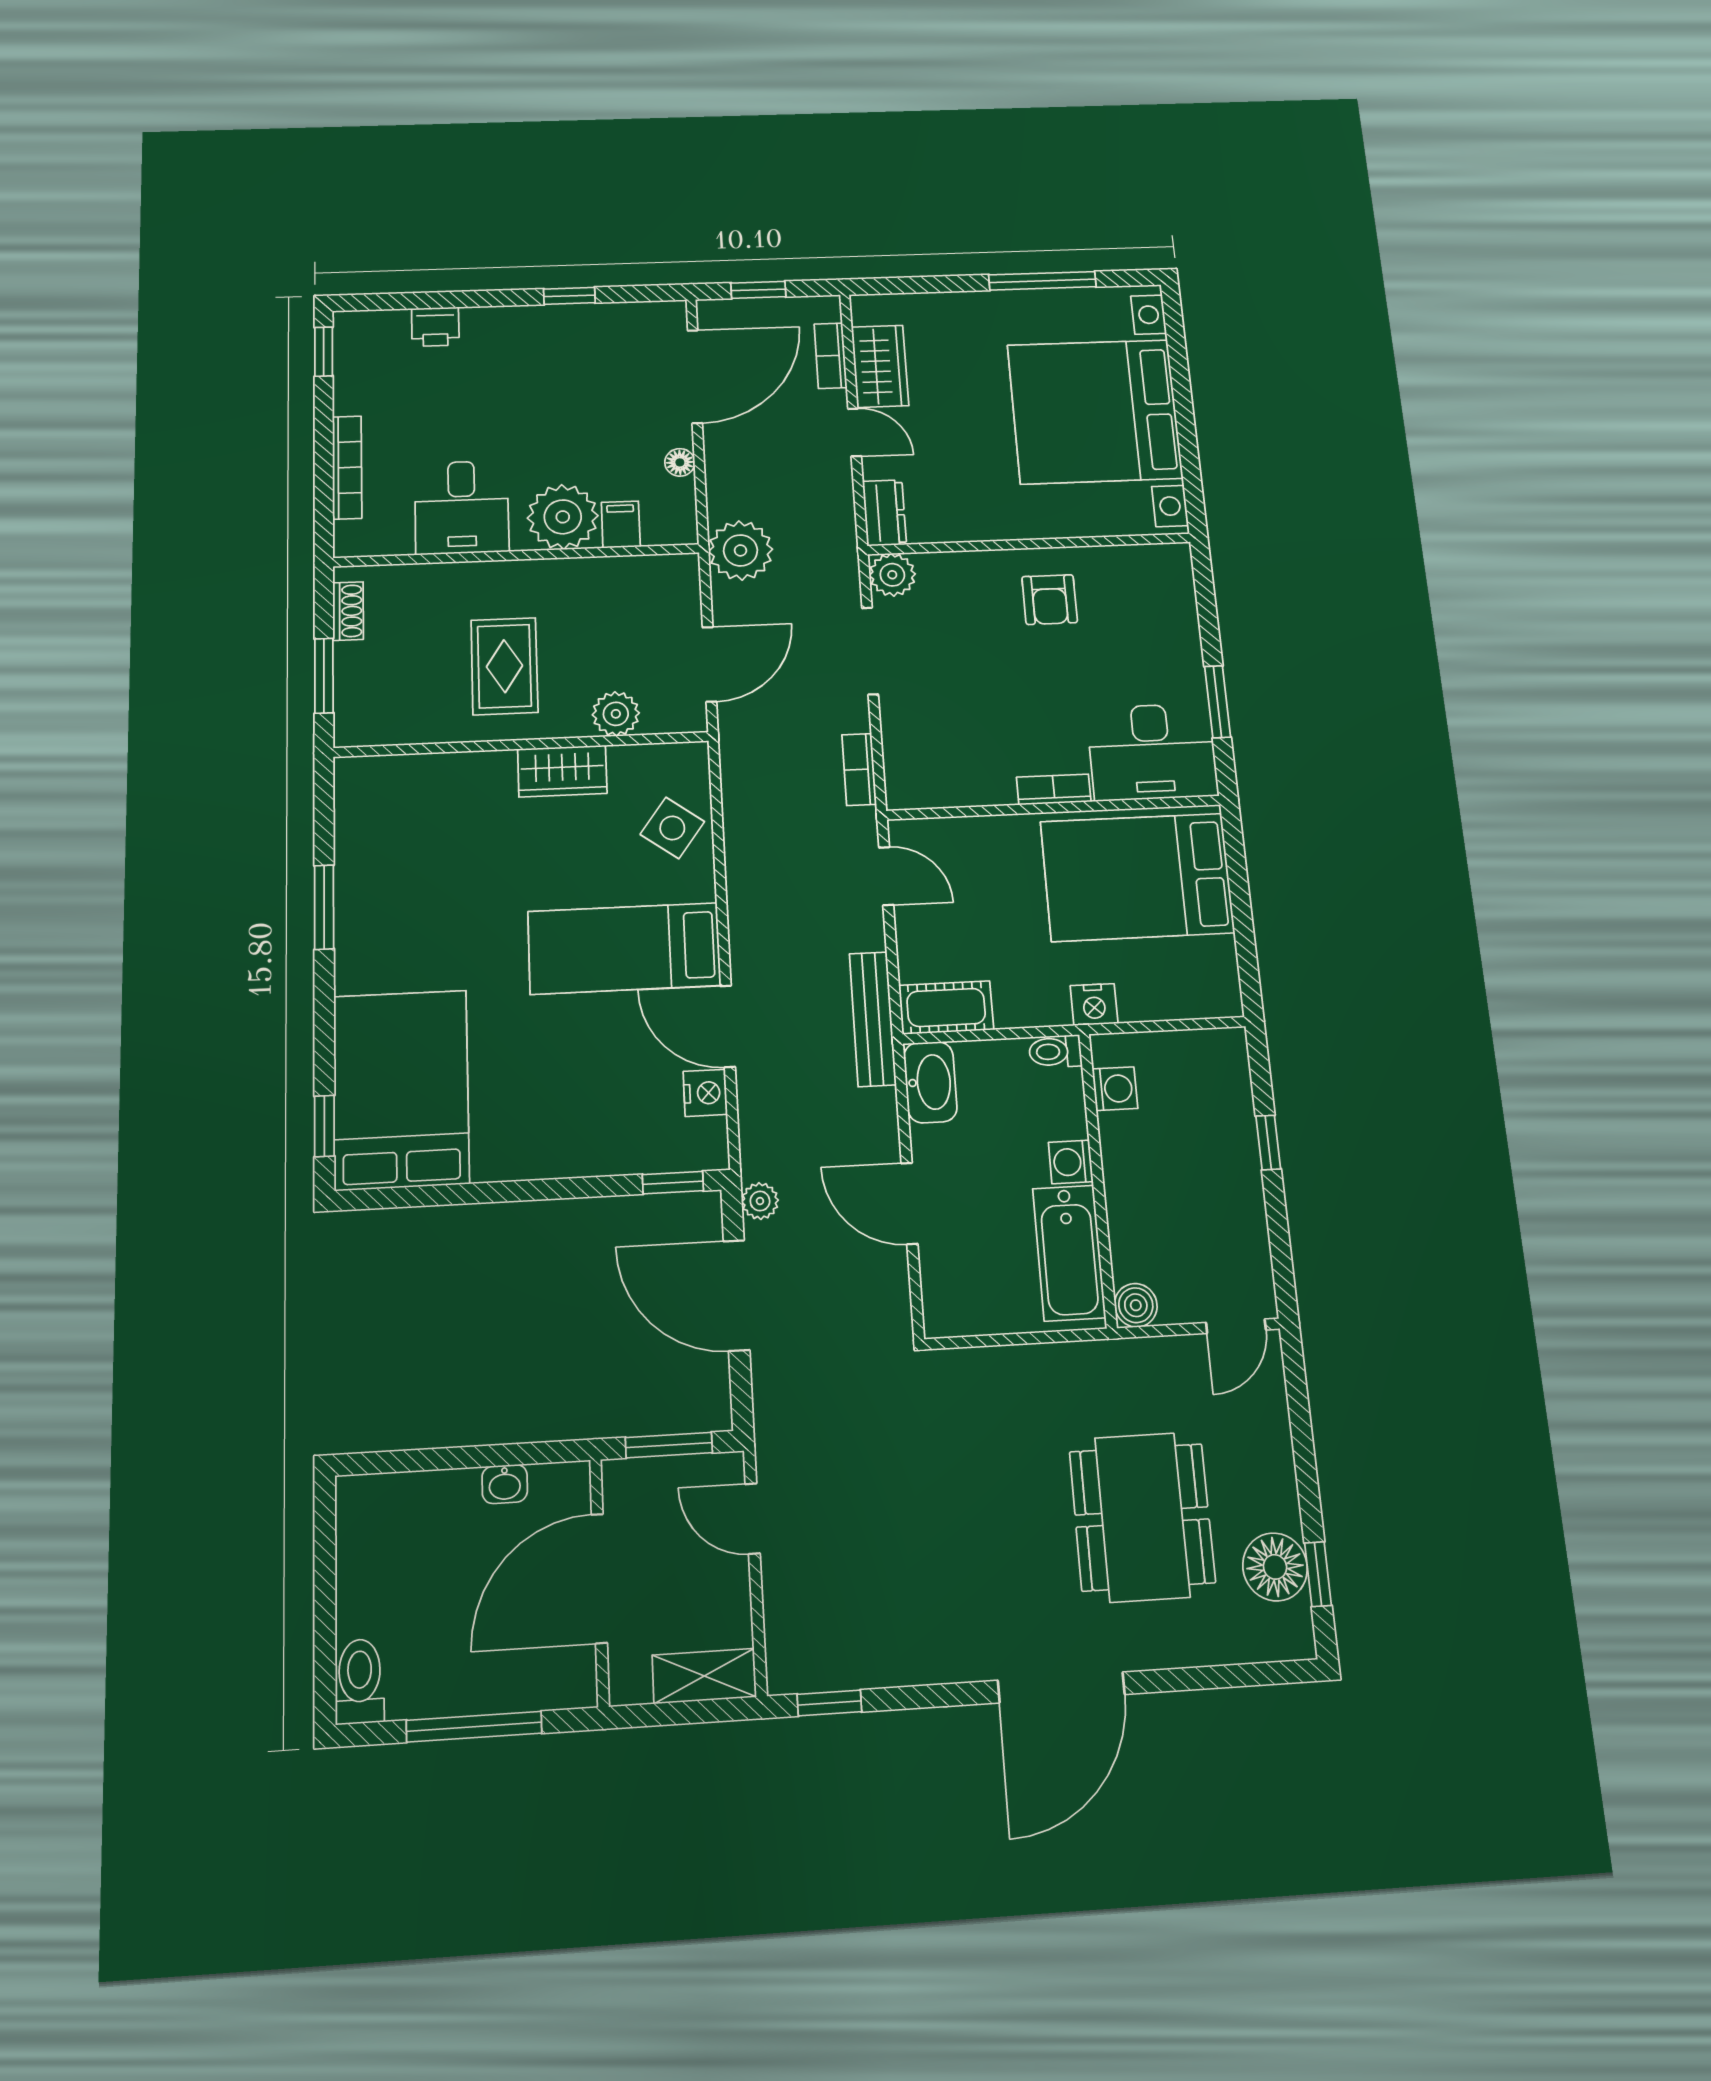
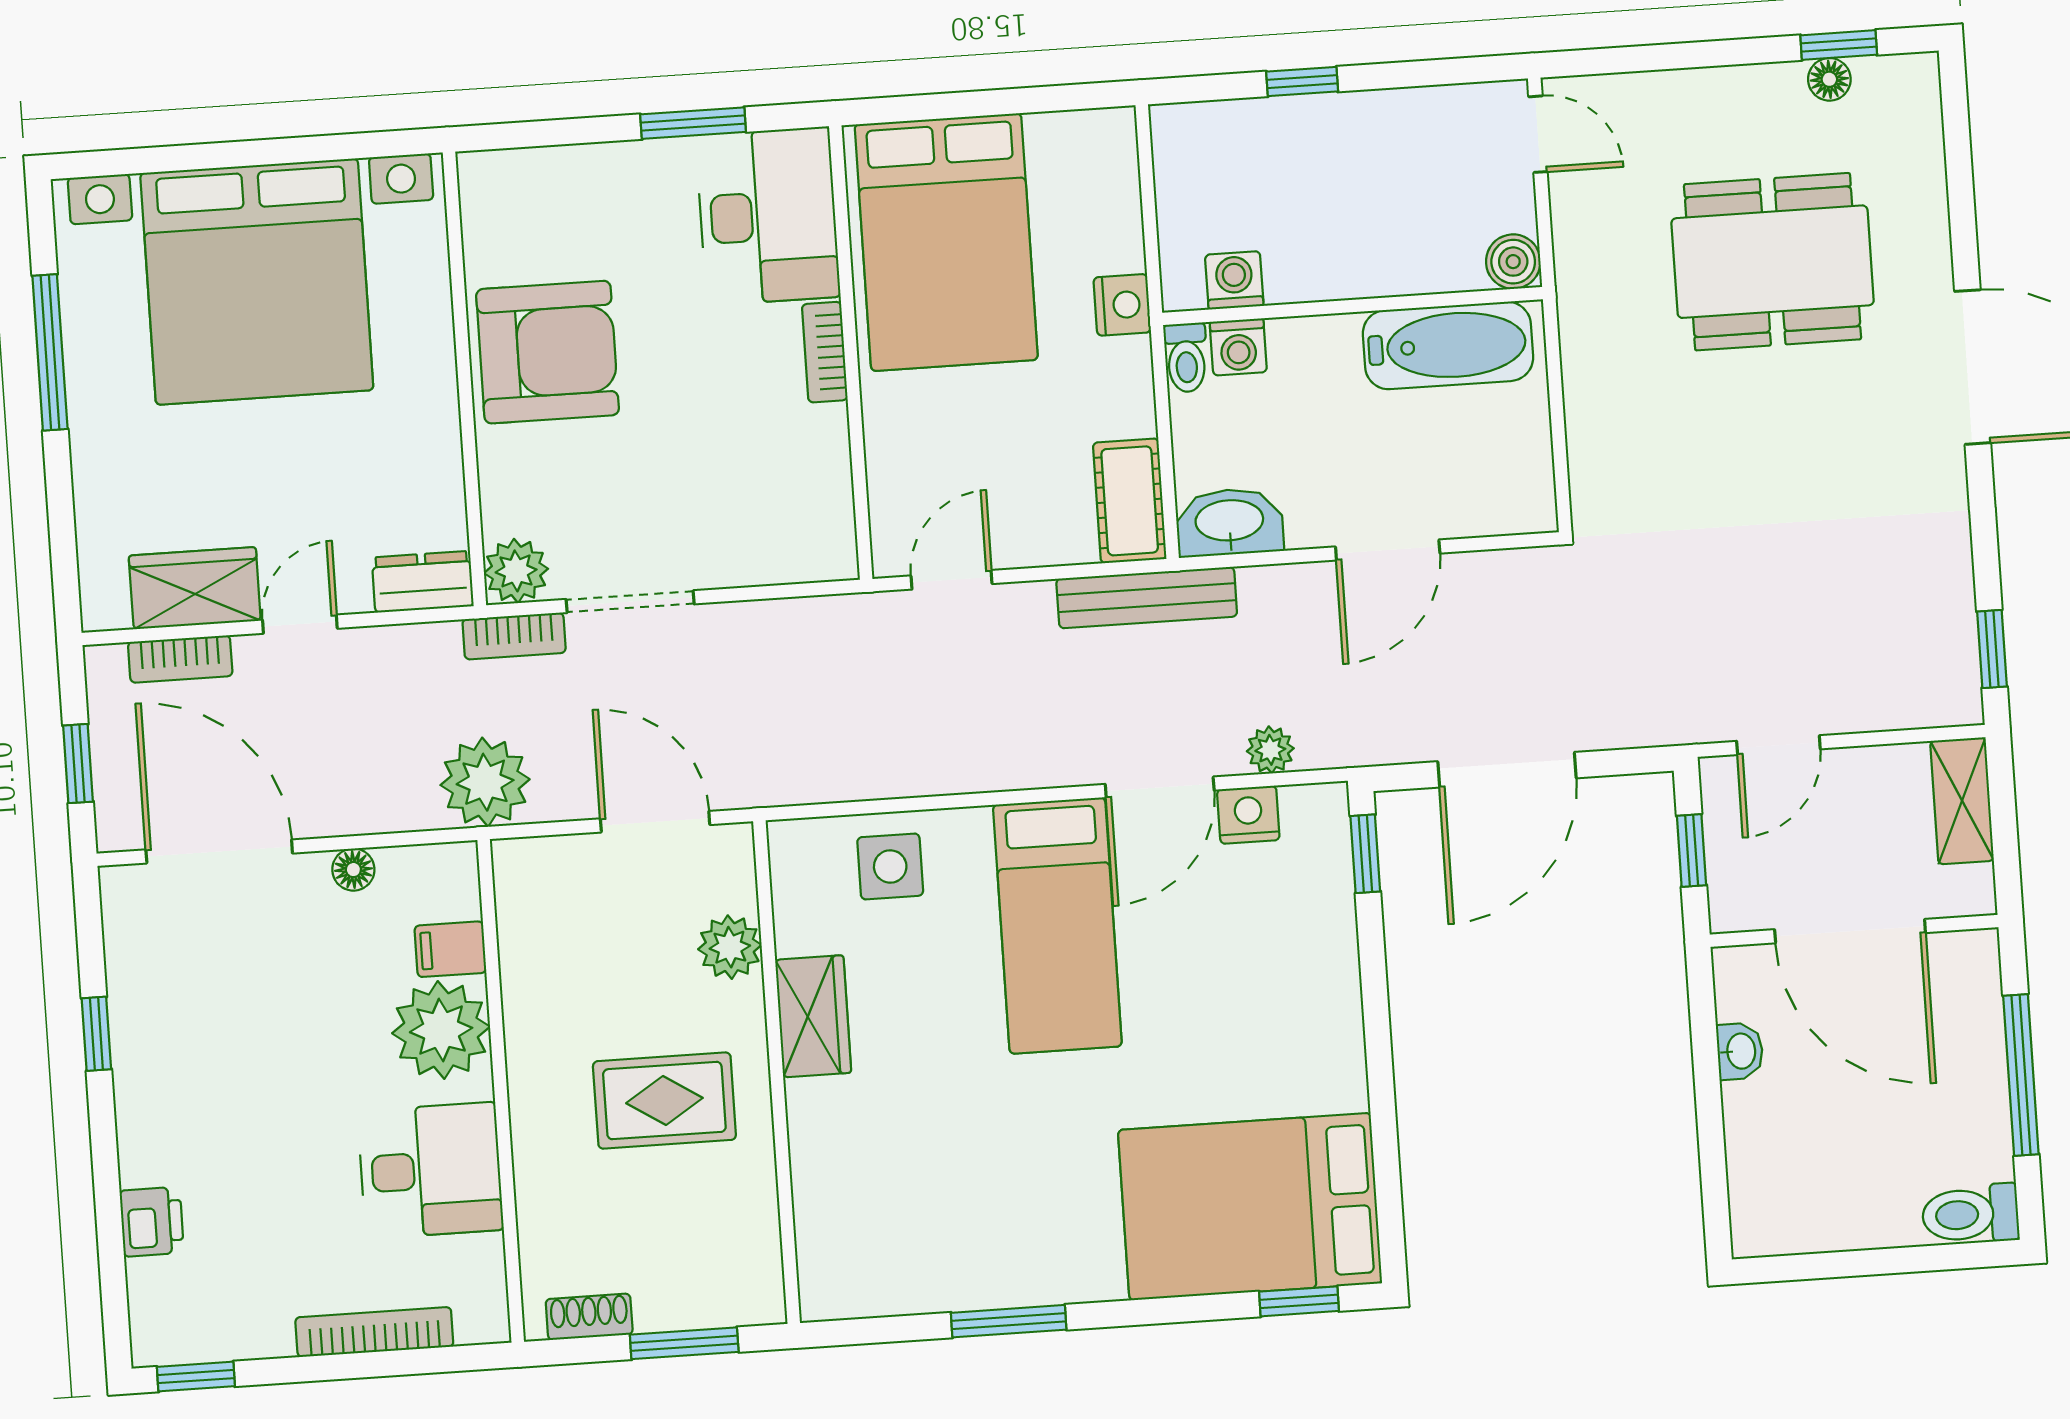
armchair: (1050, 600) -> (548, 352), width x1.88, depth x1.88
bookcase: (859, 769) -> (514, 636), moved
side table: (672, 828) -> (890, 866), turned -36
washing machine: (1071, 1162) -> (1238, 347), moved
plant: (760, 1201) -> (1270, 750), moved
window: (669, 1445) -> (1692, 850), width x0.67
floor lamp: (1275, 1567) -> (1829, 79), width x0.53, depth x0.53

